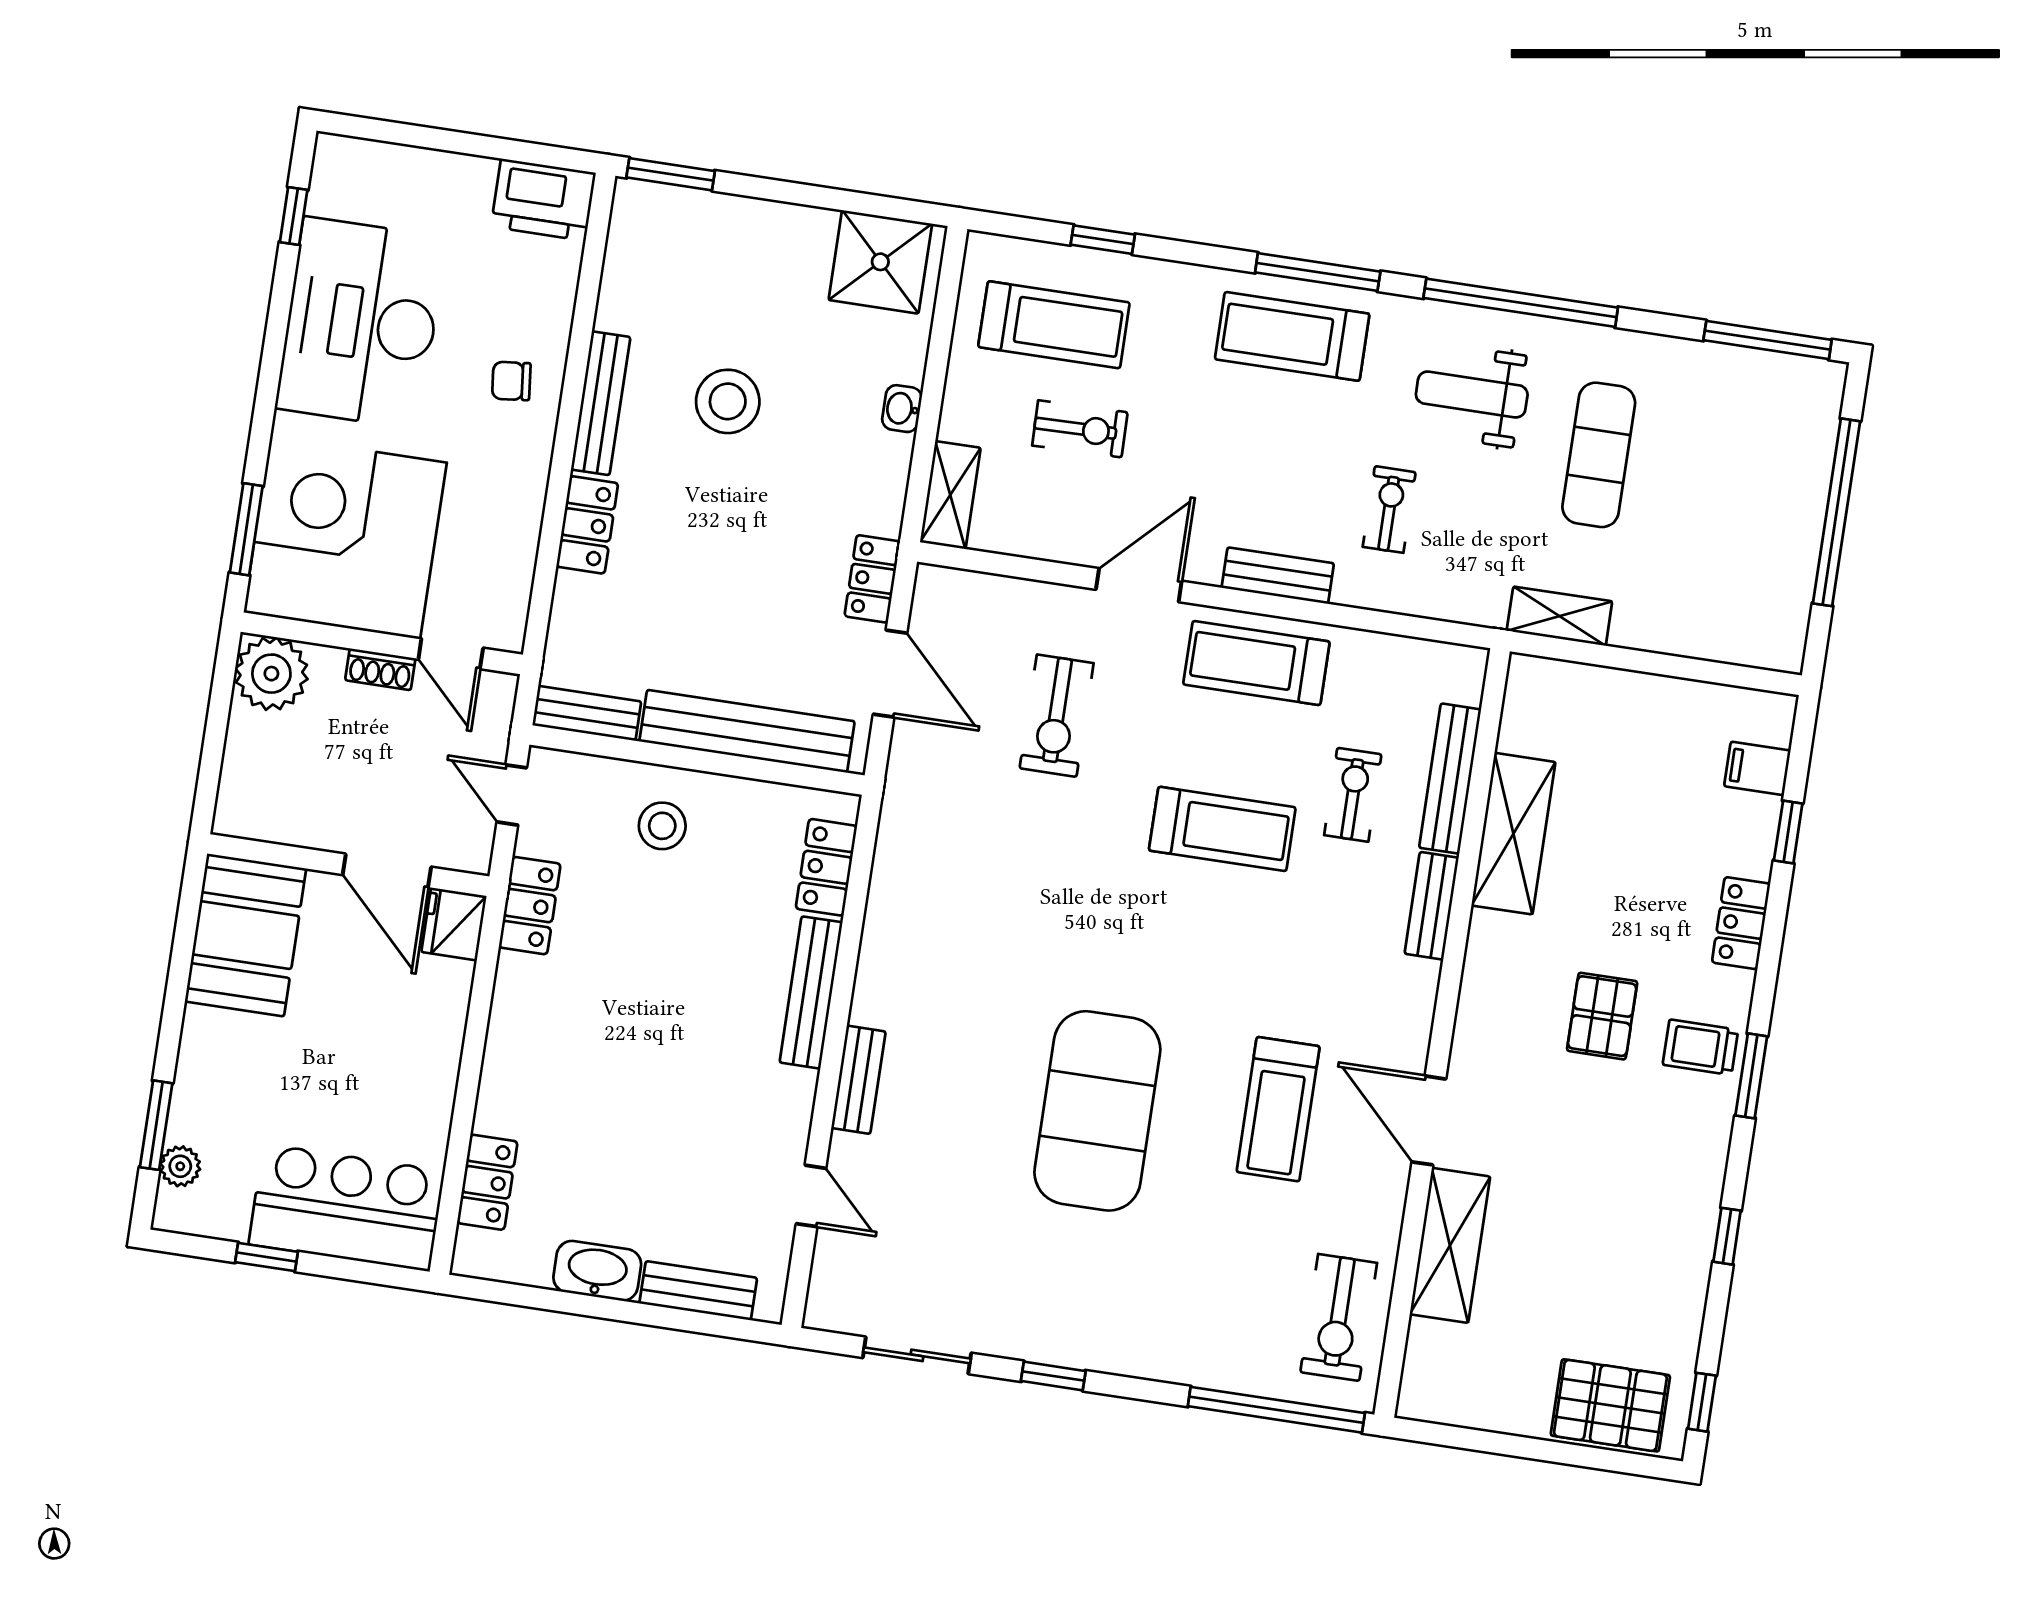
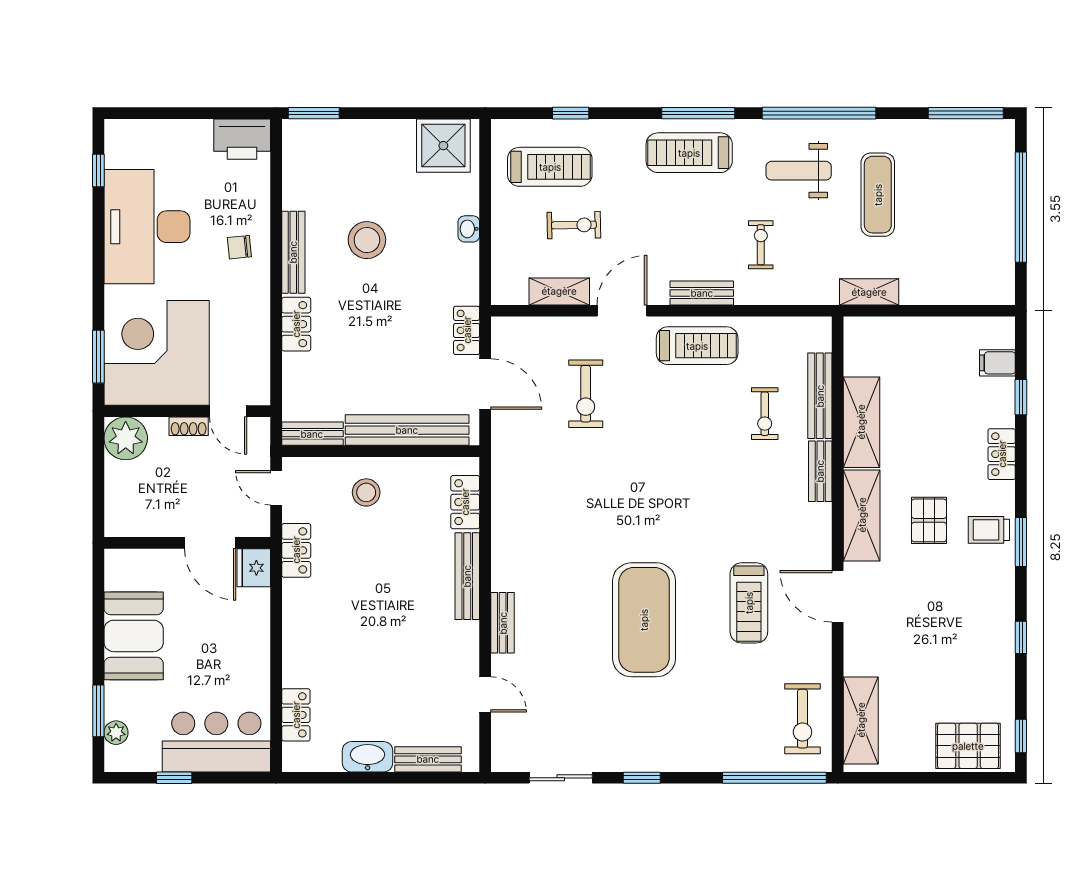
shelving: (950, 495) -> (559, 291), moved, turned 90
treadmill: (1256, 663) -> (697, 346), turned 180
exercise bike: (1353, 795) -> (765, 414), turned 180
treadmill: (1222, 829) -> (692, 445), removed
booth: (246, 935) -> (134, 636), moved
shelving: (1490, 991) -> (862, 515), added
shelving: (1450, 1245) -> (861, 720), moved

